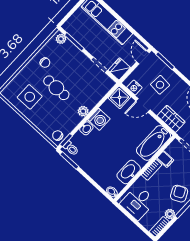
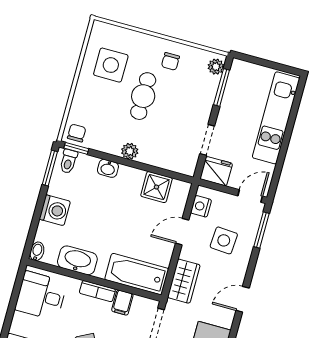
shower: (119, 97) -> (156, 187), moved
door: (143, 105) -> (182, 232), hinge flipped
washing machine: (99, 119) -> (55, 210), moved, turned -90

